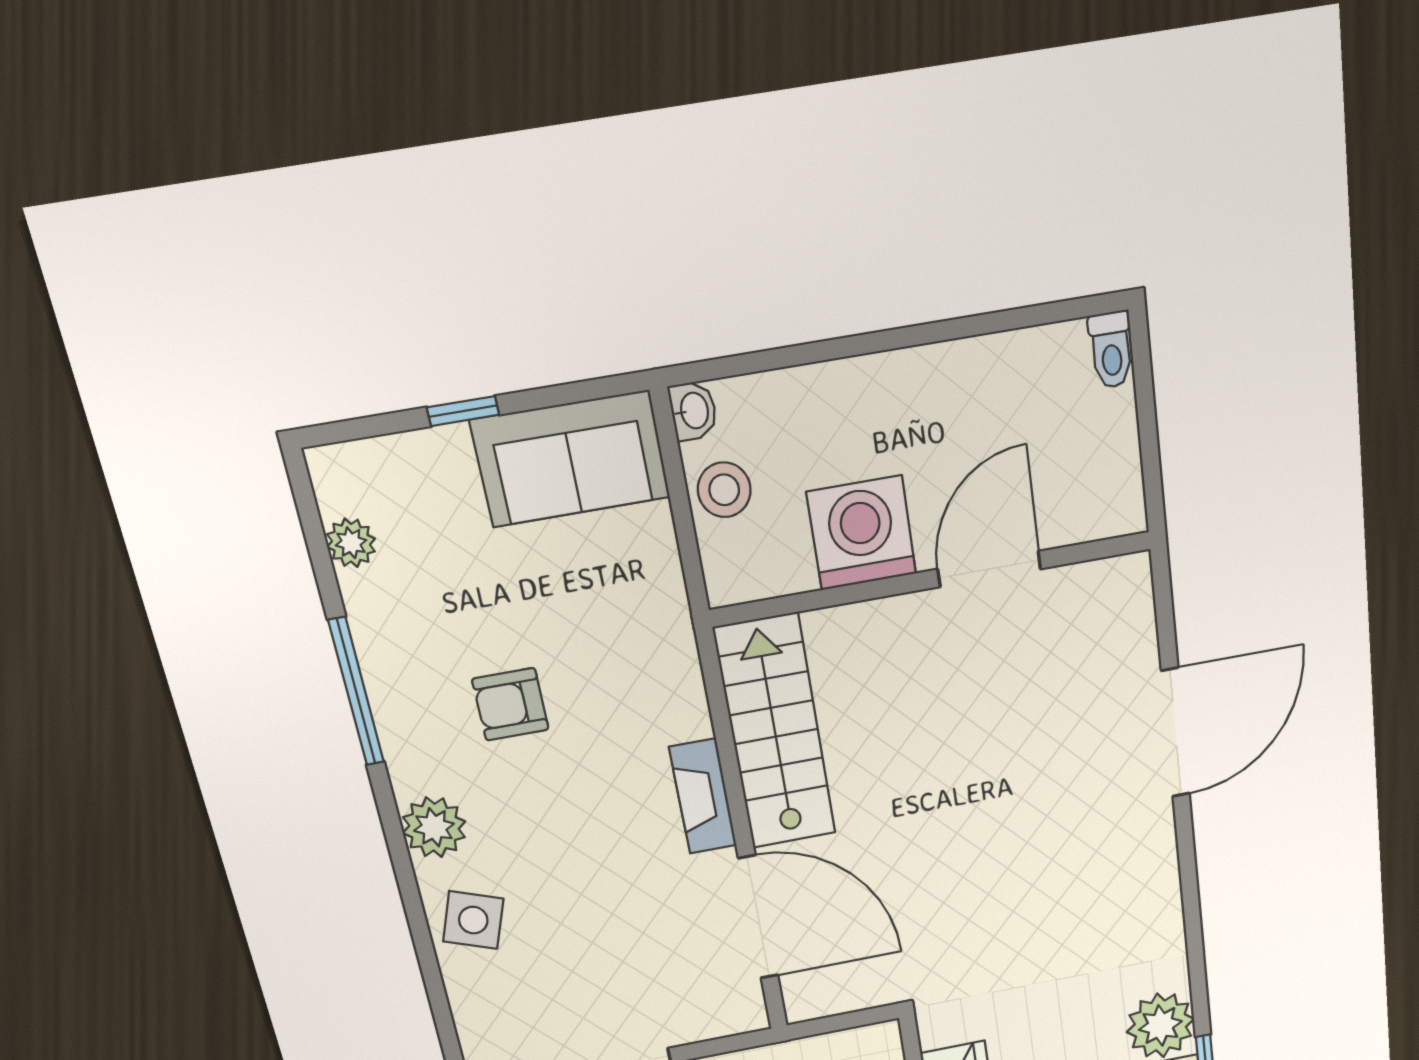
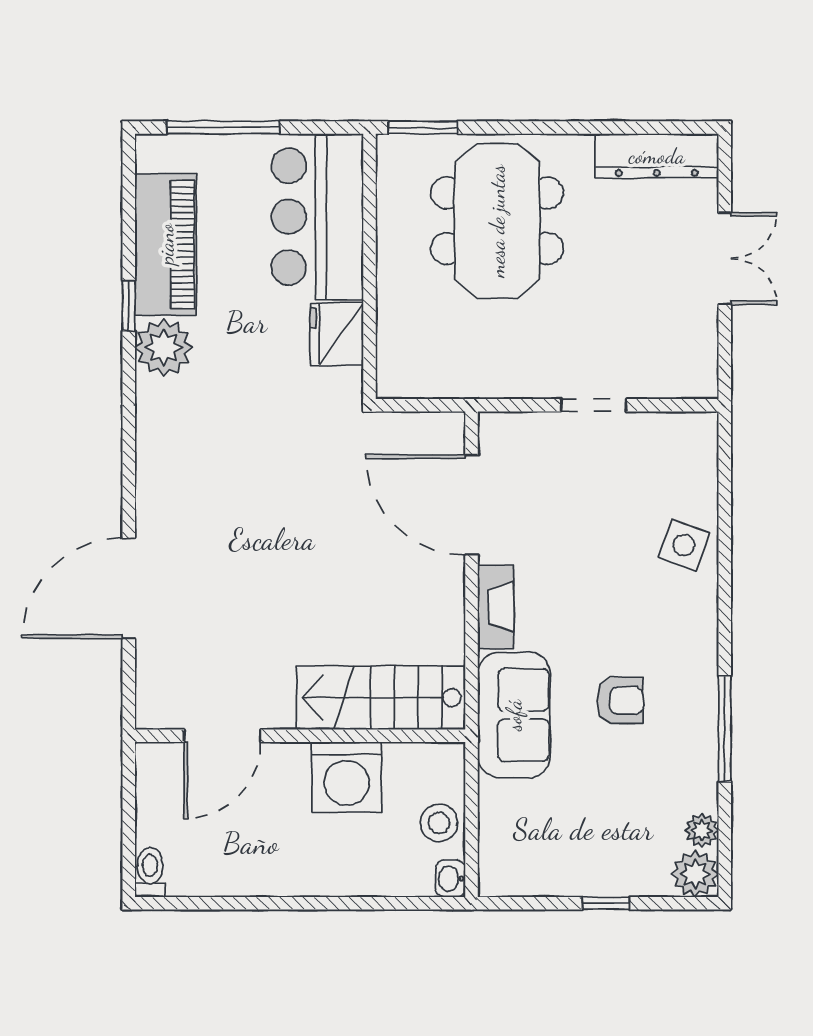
sofa: (571, 459) -> (514, 715), moved, turned 90
door: (989, 569) -> (222, 736), moved
stairs: (775, 732) -> (381, 698), moved, turned 90
plant: (434, 827) -> (695, 874), moved

